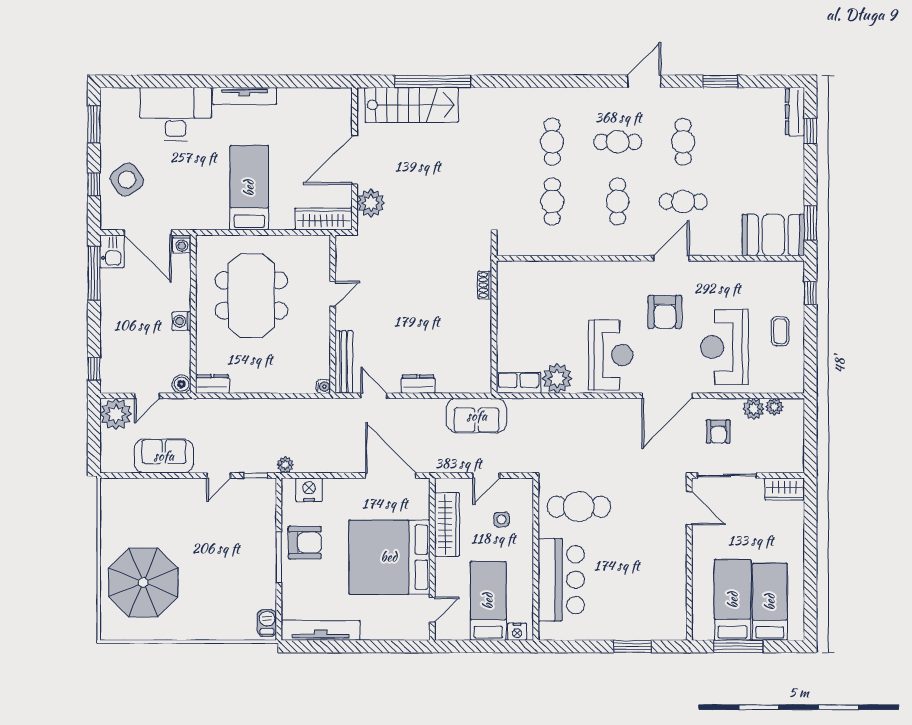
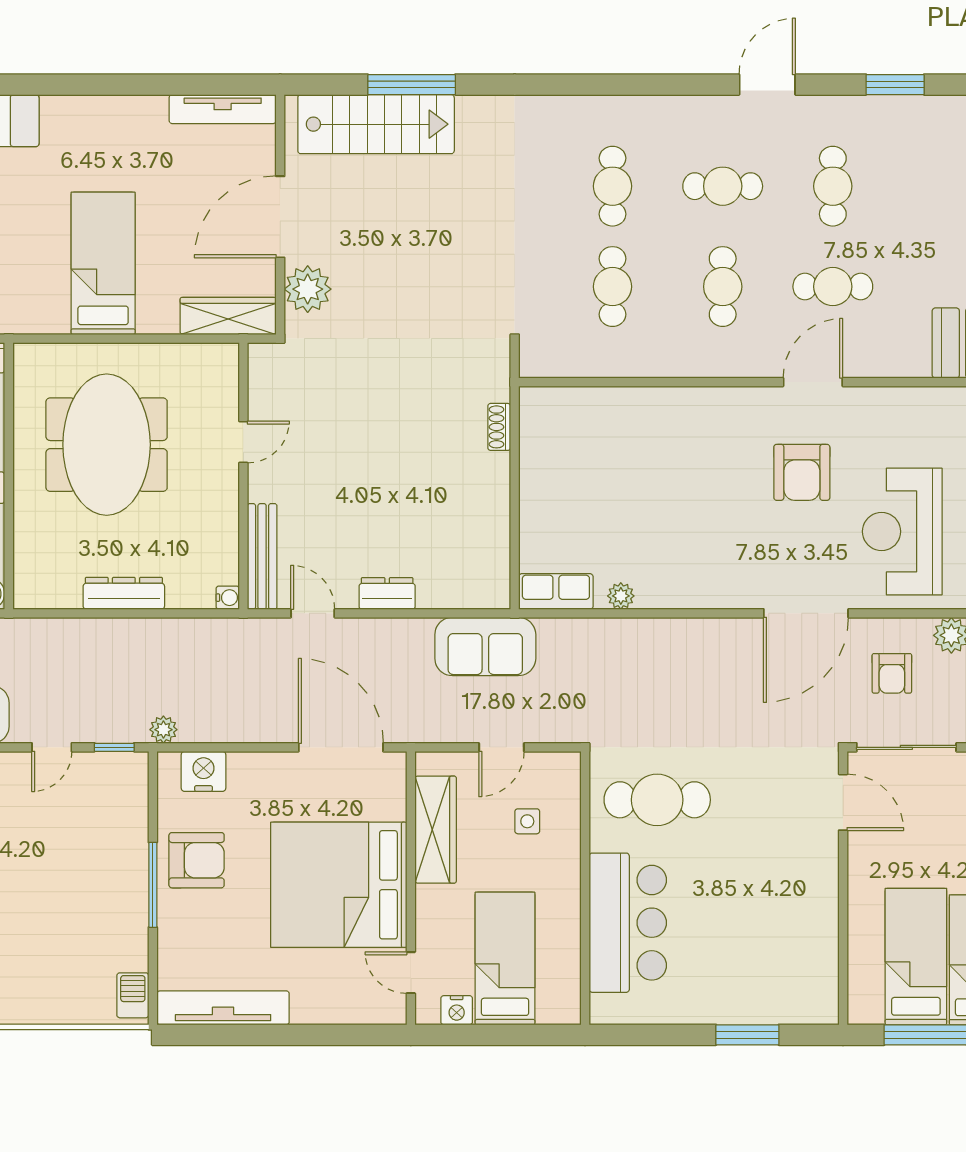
window: (433, 81) -> (412, 85), width x0.68
tv unit: (245, 96) -> (223, 109), moved
reception desk: (611, 355) -> (711, 545), removed
plant: (557, 378) -> (621, 596), width x0.53, depth x0.53
dresser: (212, 384) -> (124, 593), moved, width x1.44
door: (432, 609) -> (411, 973), swing flipped
nightstand: (517, 632) -> (457, 1010), moved

